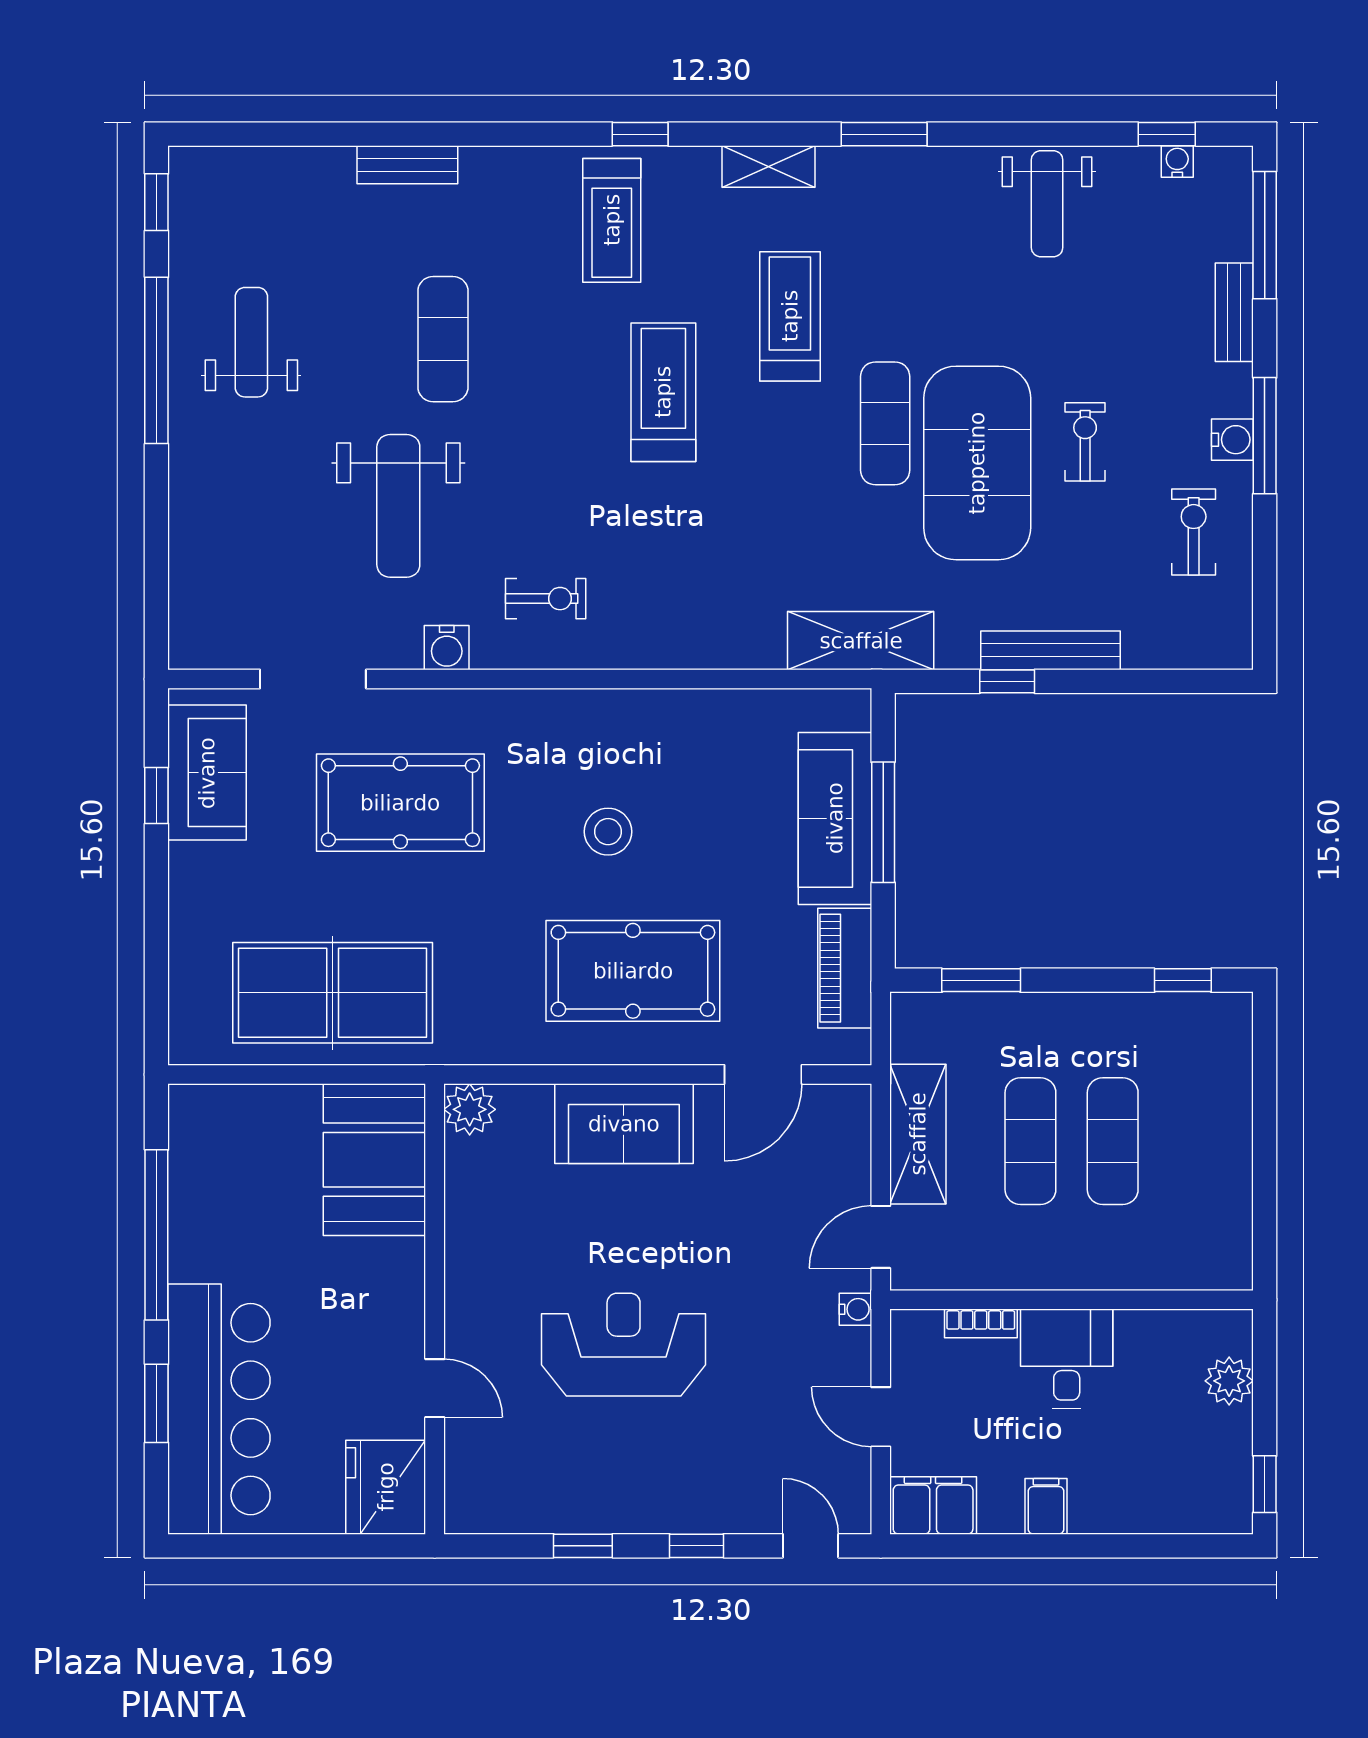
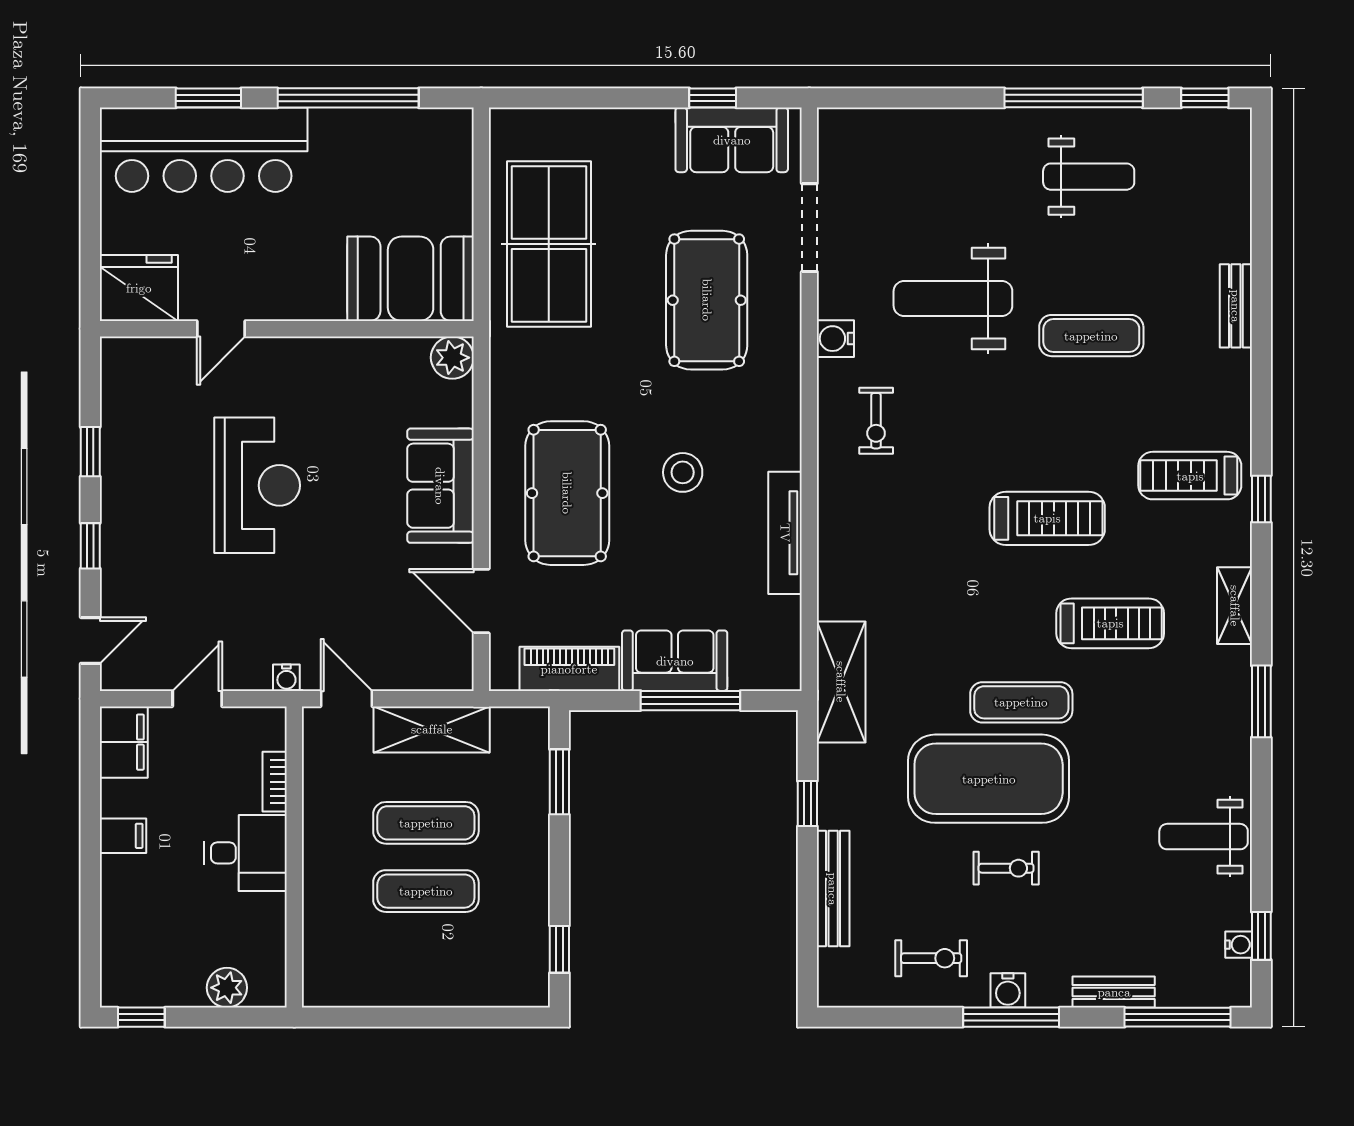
bench: (1050, 650) -> (833, 889), moved
tv unit: (681, 708) -> (785, 533), added
sofa: (835, 818) -> (675, 661), width x0.73

